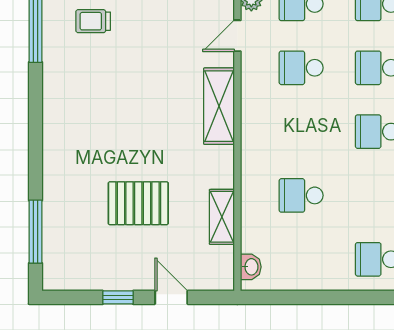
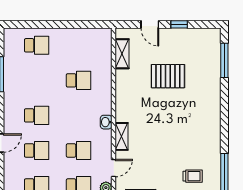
shelving: (219, 106) -> (122, 136), width x0.67, depth x0.75
shelving: (222, 217) -> (122, 54), moved
washbasin: (251, 267) -> (106, 122), moved

